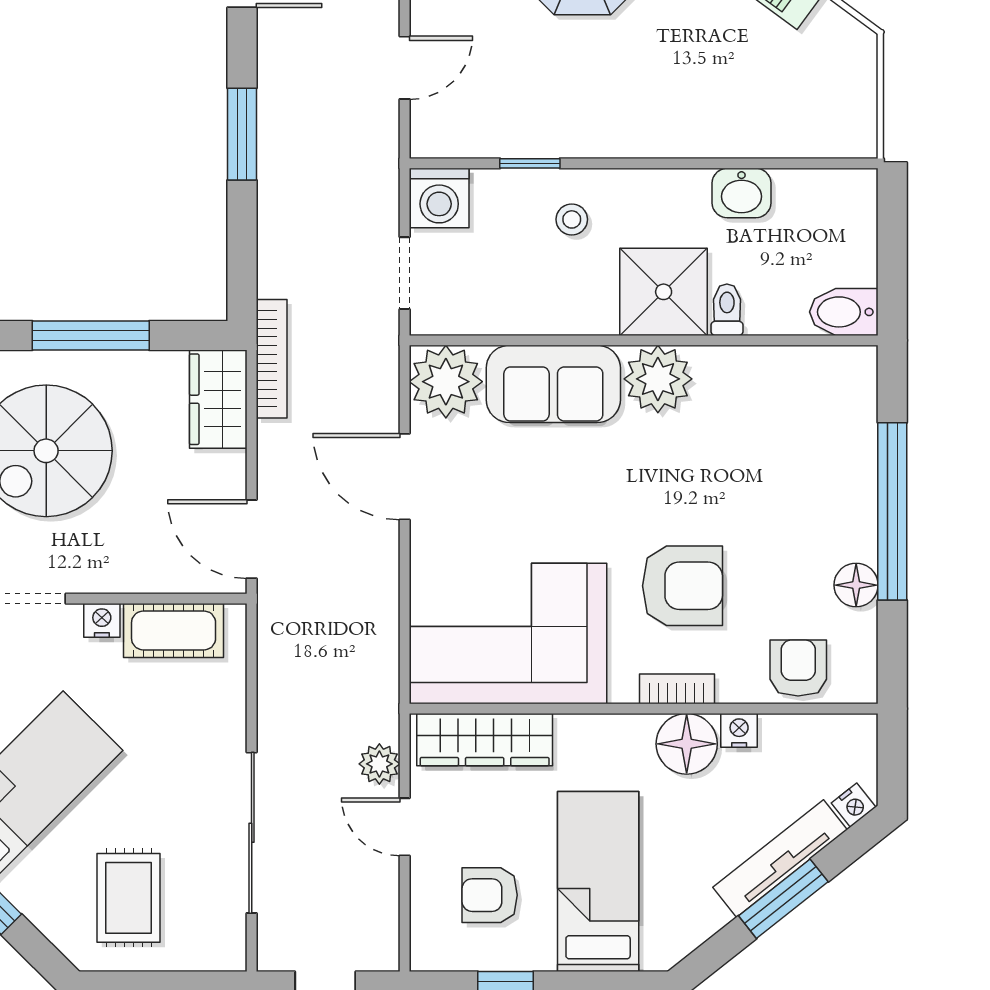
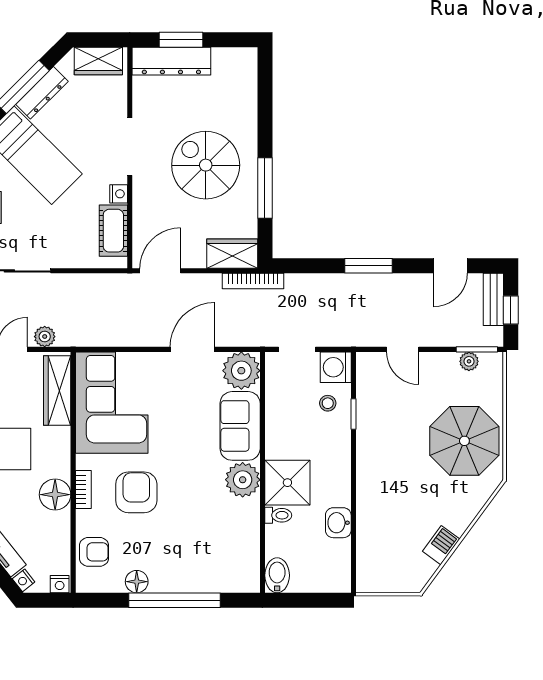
stool: (572, 219) -> (328, 403), moved
armchair: (683, 586) -> (136, 492), turned 180
nightstand: (739, 730) -> (60, 584), moved, turned 90

